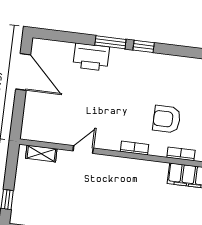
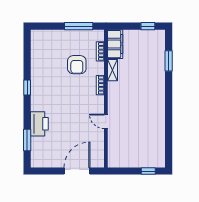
window: (110, 42) -> (27, 140), moved
door: (23, 72) -> (77, 171), moved
shelving: (41, 154) -> (112, 70), moved

